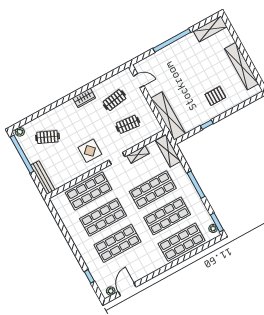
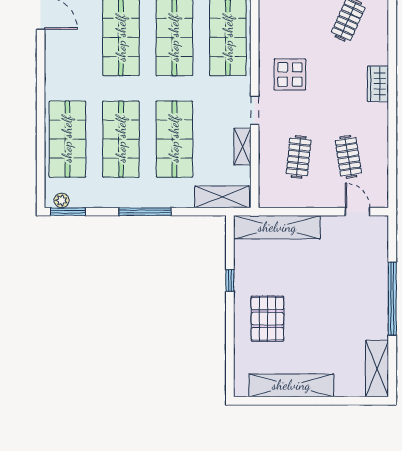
door: (139, 81) -> (357, 212), swing flipped
pallet: (215, 96) -> (267, 319), width x1.50, depth x1.42
wardrobe: (84, 98) -> (378, 84), moved

